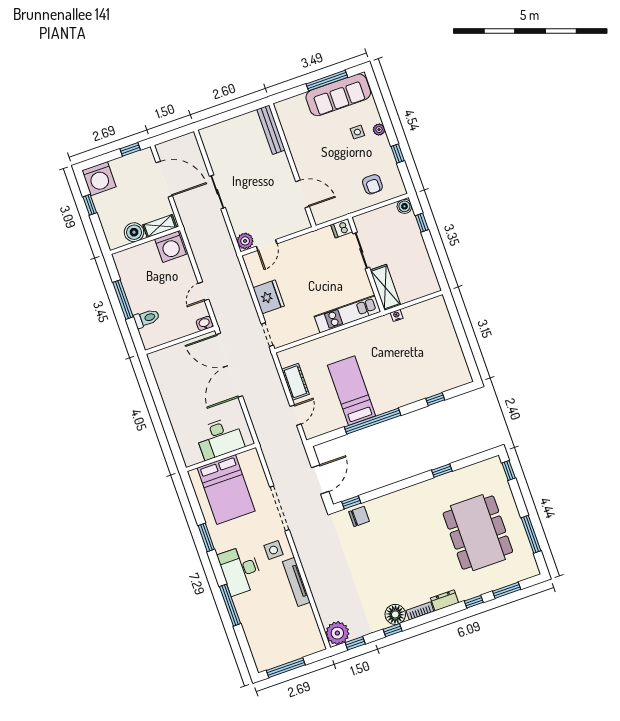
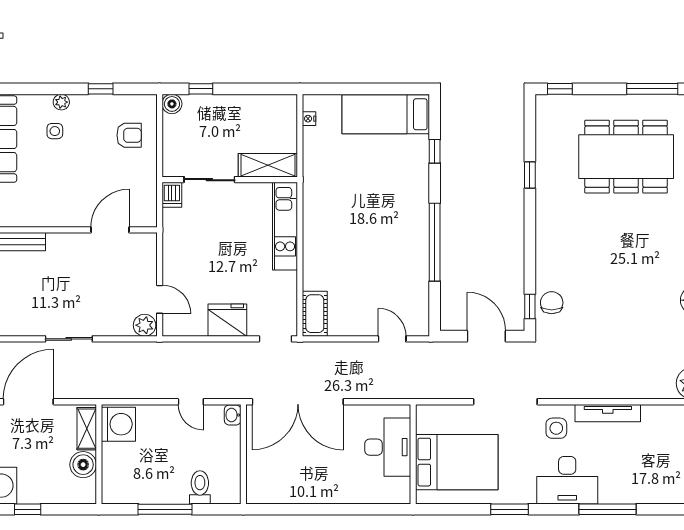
nightstand: (397, 315) -> (309, 119), moved
cot: (295, 382) -> (315, 314), moved, turned 90
bed: (352, 391) -> (386, 114), moved

